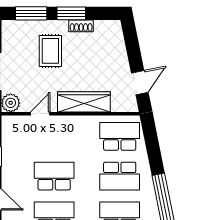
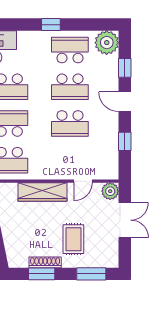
window: (71, 13) -> (42, 274), moved
shoe rack: (81, 26) -> (45, 262), width x1.43

